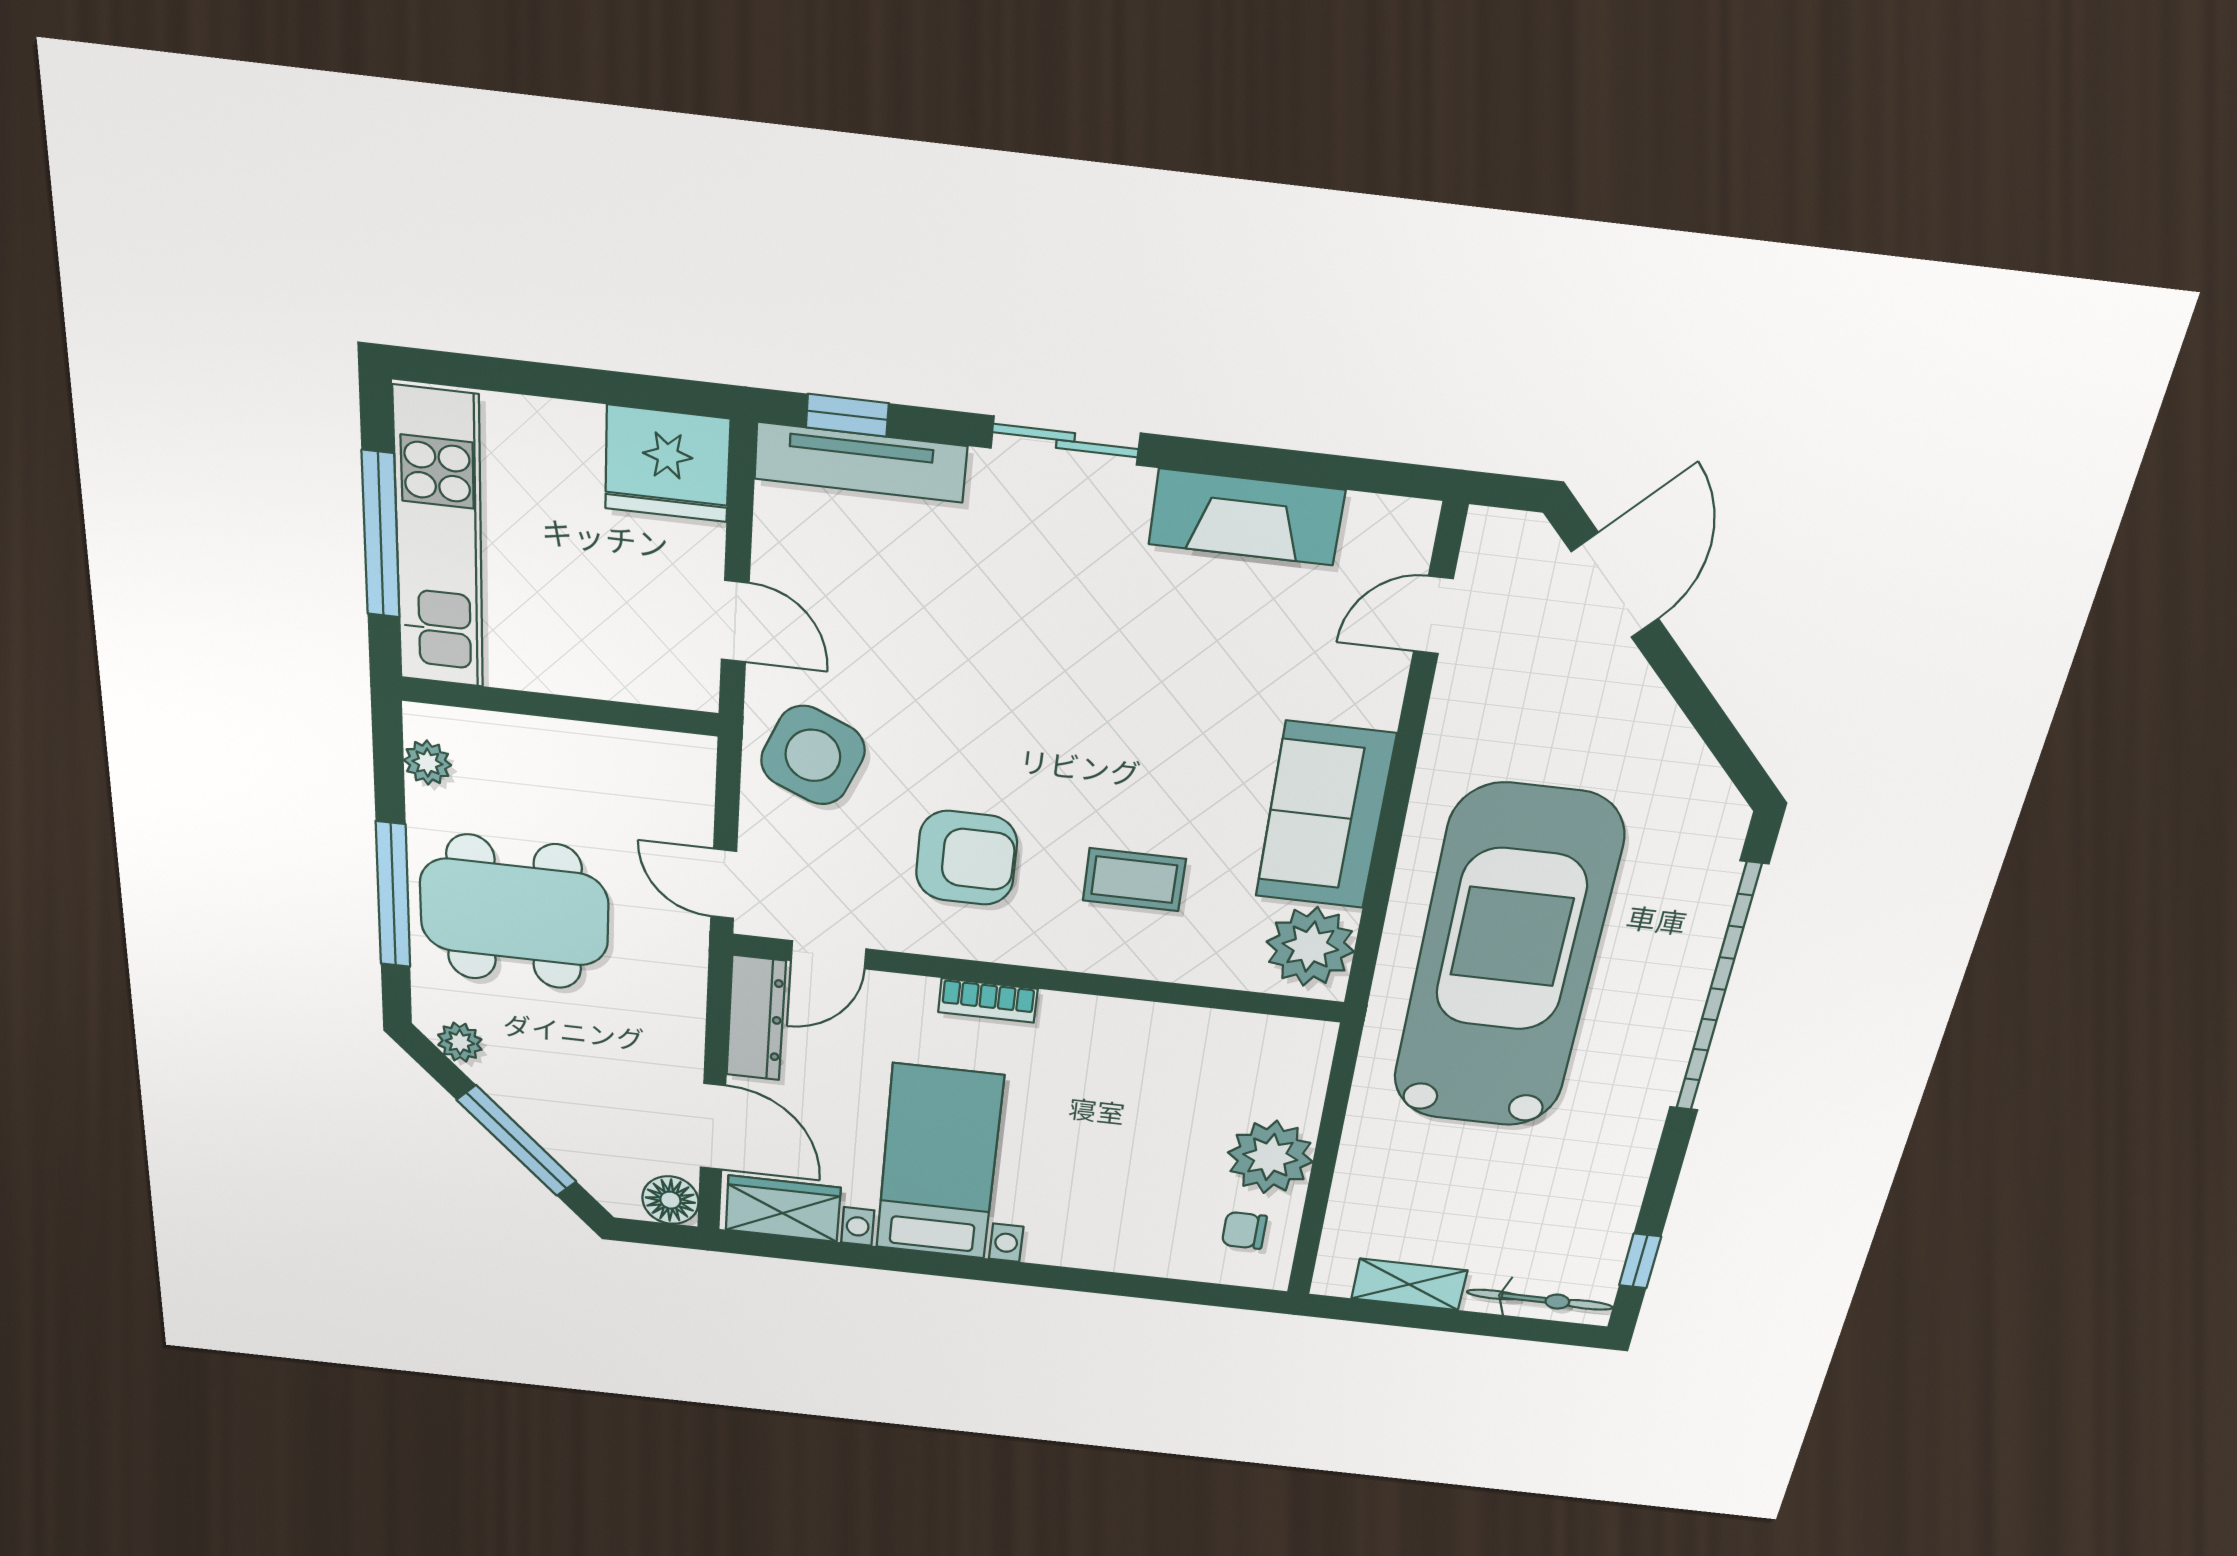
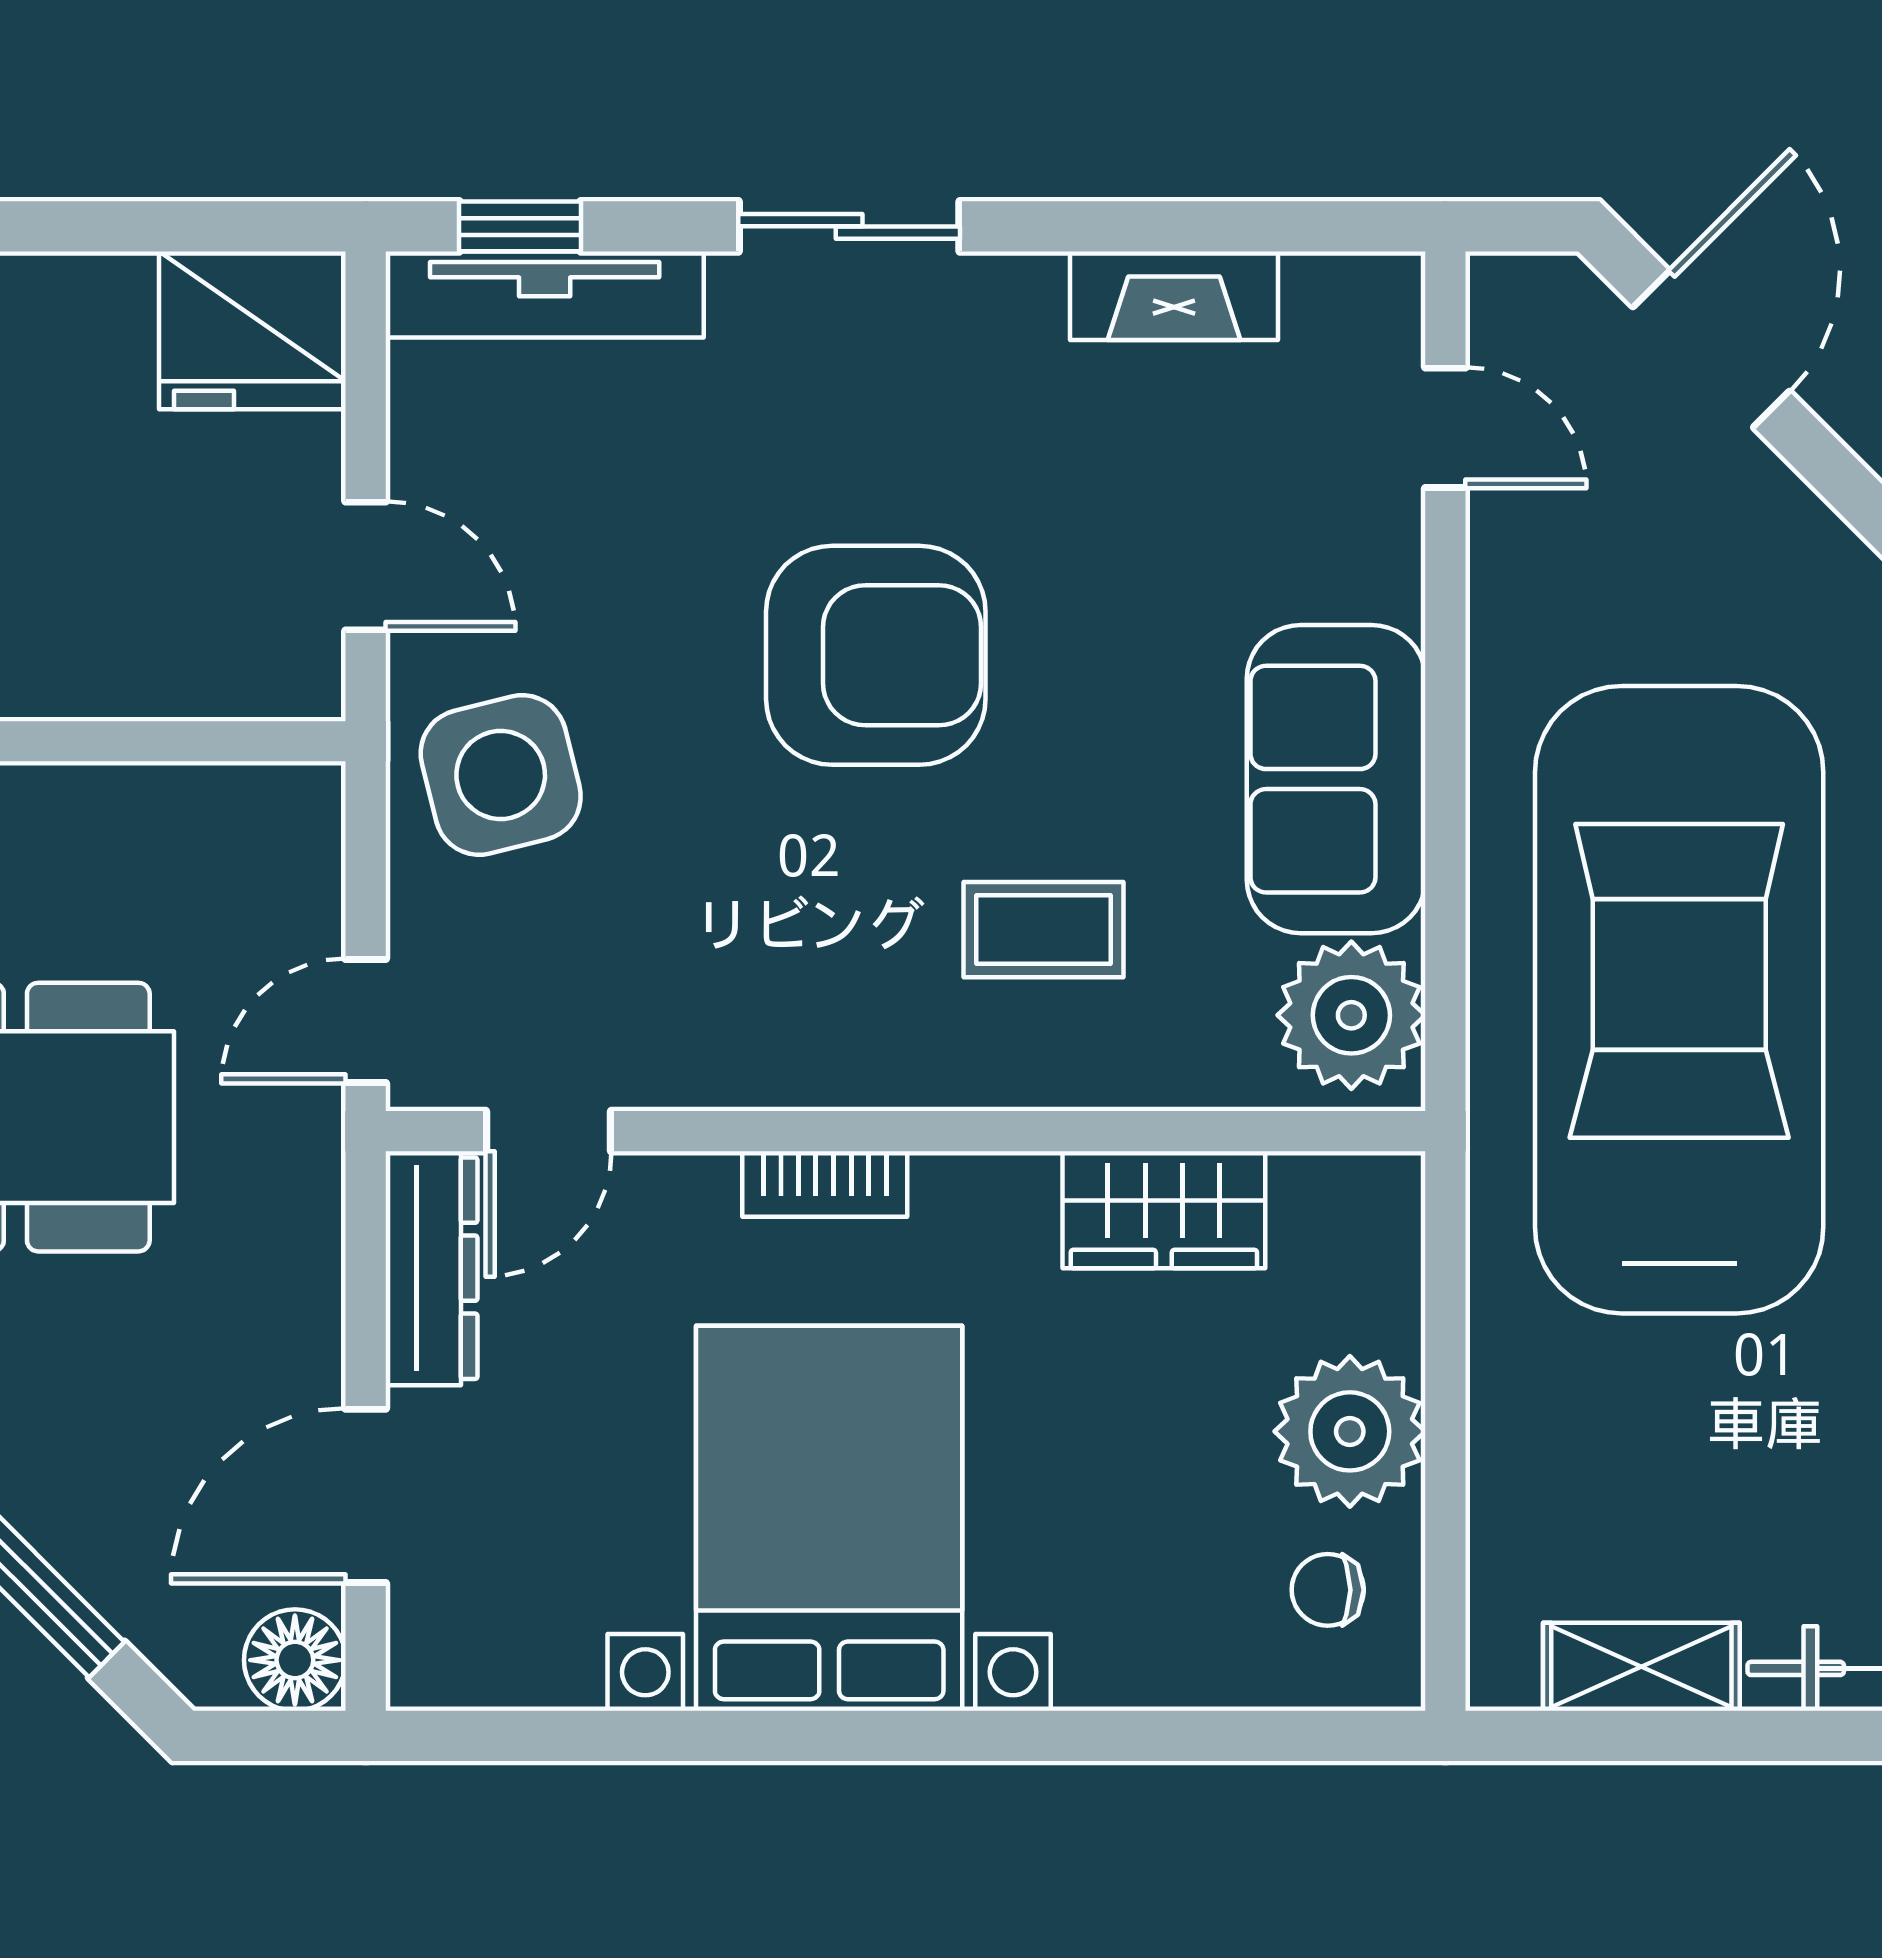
fireplace: (1246, 517) -> (1174, 296), width x0.73, depth x0.76
door: (1433, 615) -> (1445, 428), swing flipped
side table: (813, 755) -> (501, 775), turned -37
armchair: (967, 858) -> (876, 655), moved, width x1.36, depth x1.36
door: (724, 884) -> (366, 1021), hinge flipped
door: (713, 1127) -> (366, 1496), swing flipped
bed with nightstands: (939, 1163) -> (829, 1518), width x1.36
wardrobe: (783, 1209) -> (1164, 1210), moved, turned 180

